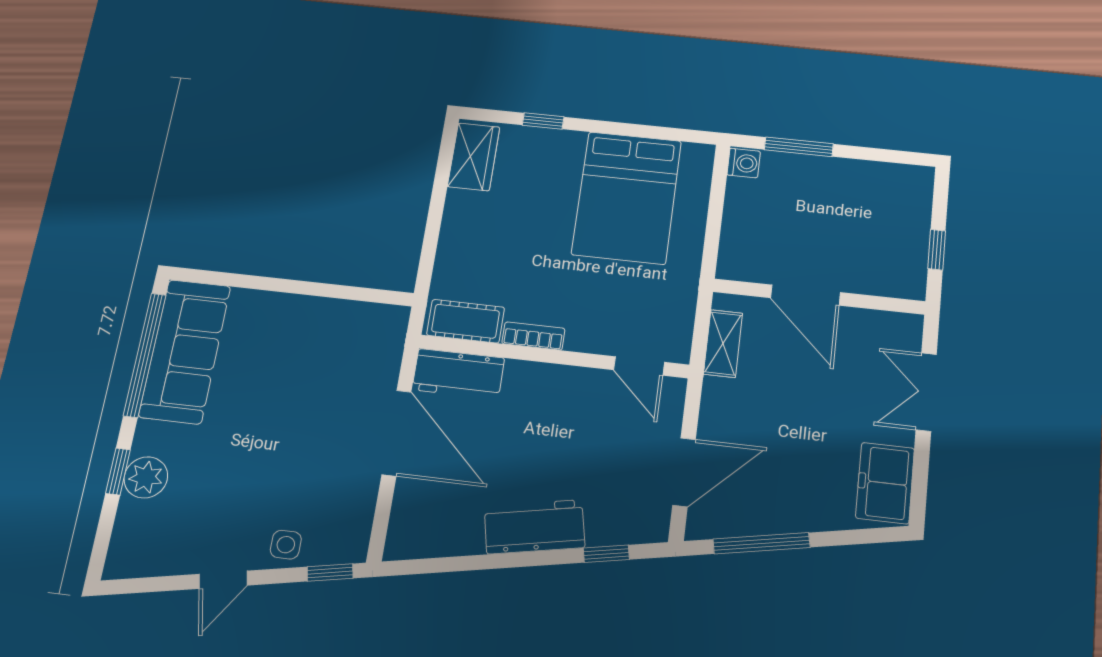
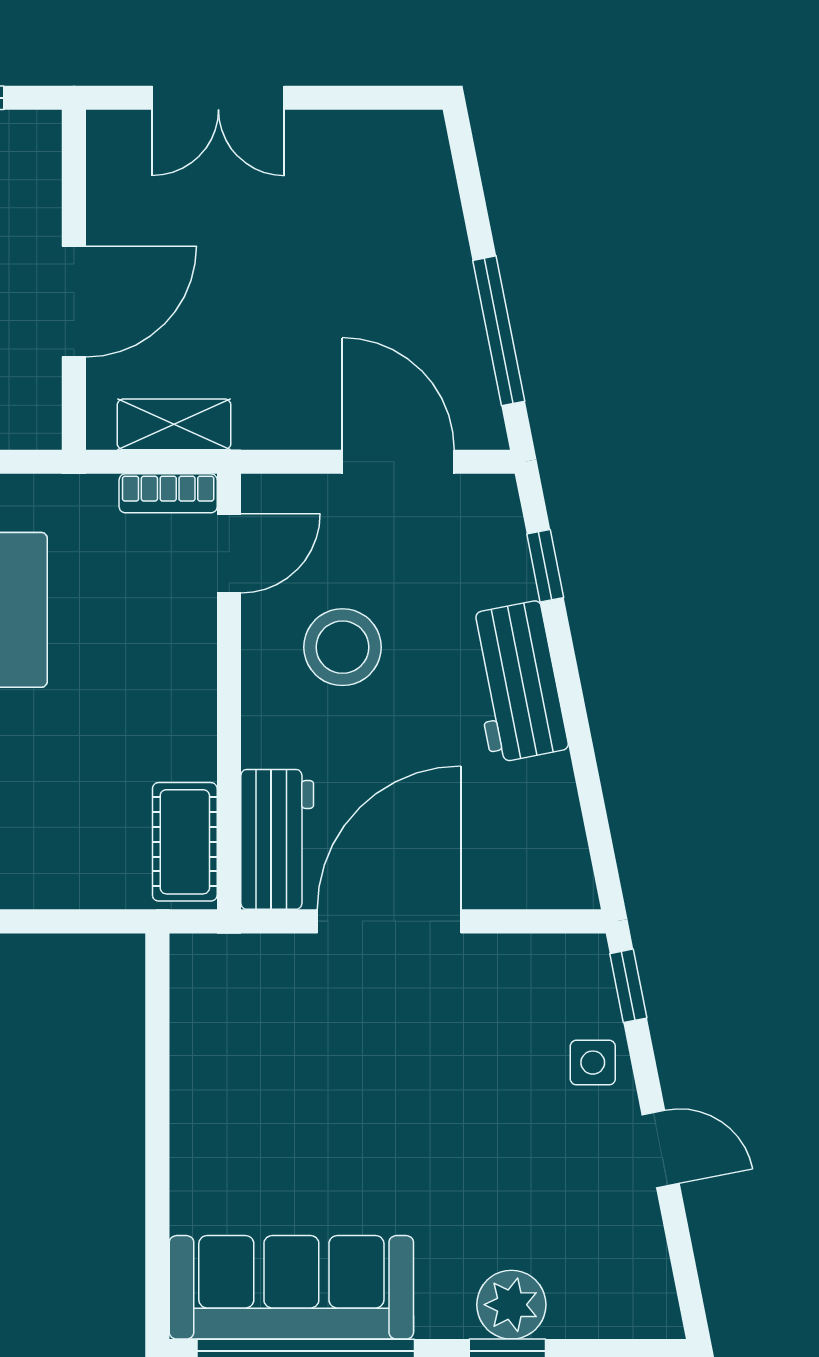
bookcase: (533, 336) -> (168, 493), moved, turned -90
stool: (571, 425) -> (342, 647), added
freezer: (885, 483) -> (378, 150), removed

